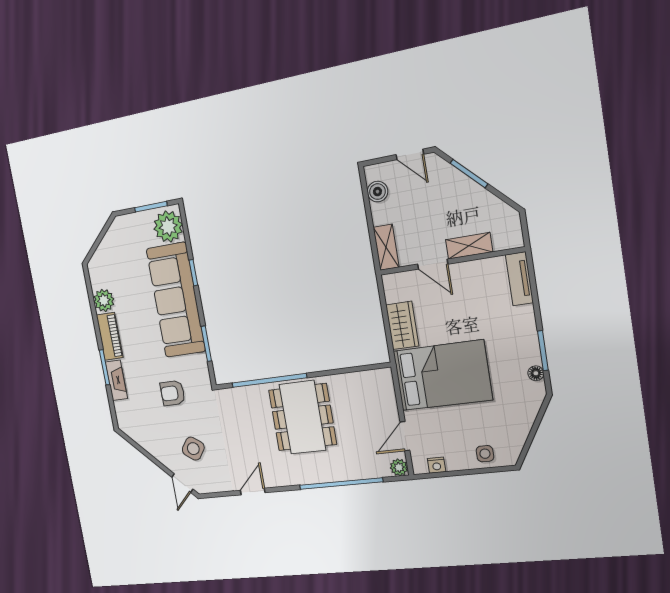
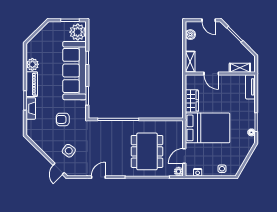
shelving: (469, 246) -> (240, 68), moved
dining table: (303, 417) -> (147, 151), moved

